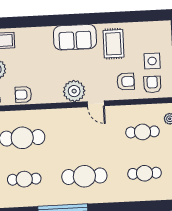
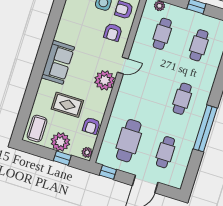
rug: (113, 44) -> (67, 105), moved
armchair: (126, 82) -> (113, 32), turned 180
cafe table: (84, 176) -> (182, 99), width x0.73, depth x0.74

